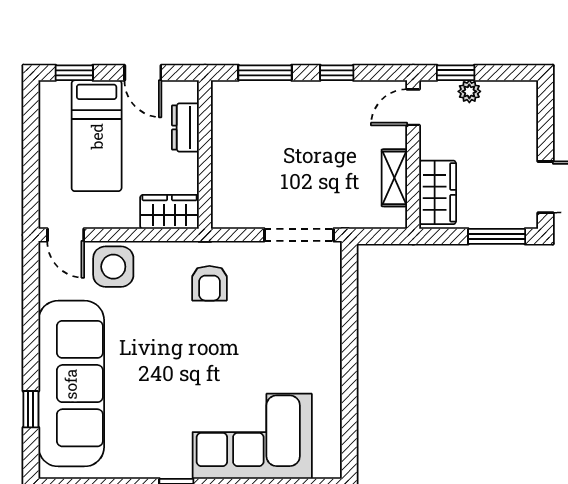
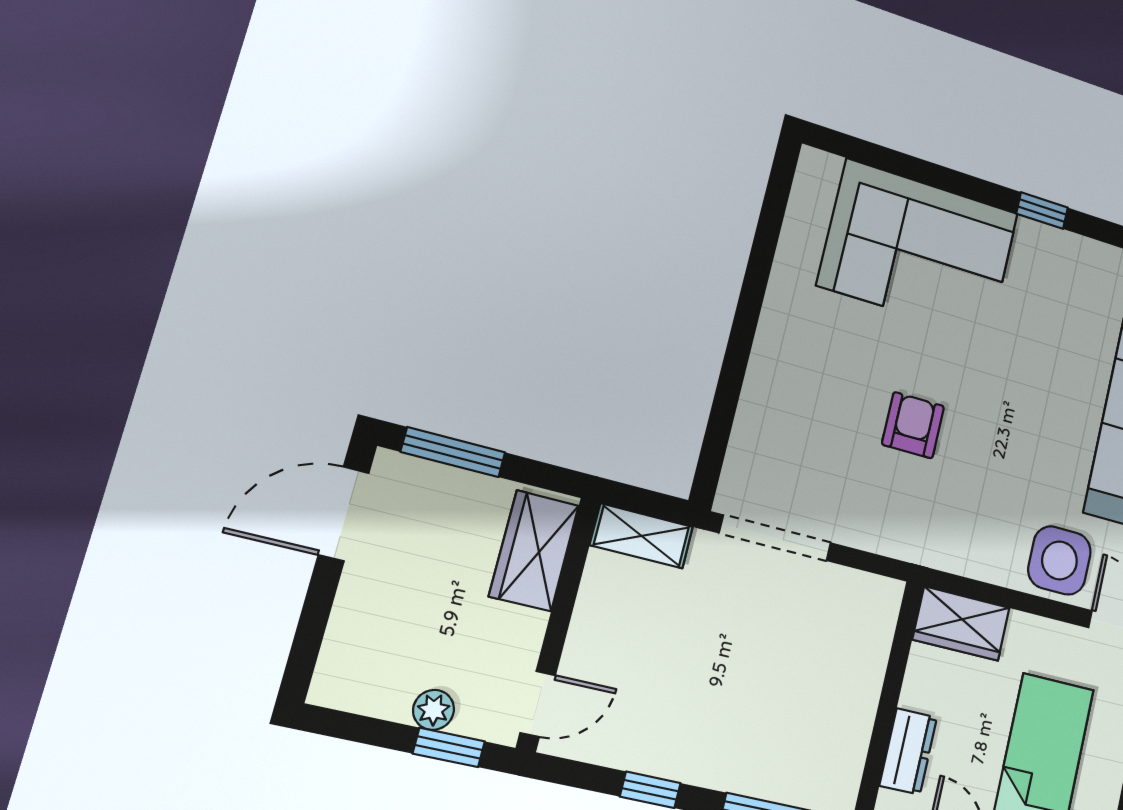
shelving: (394, 178) -> (642, 536), moved, turned 90
armchair: (209, 283) -> (913, 425), moved

